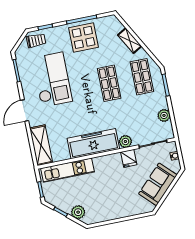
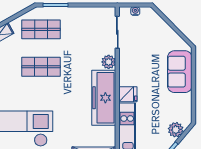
plant: (164, 115) -> (89, 14), removed
fridge: (129, 158) -> (128, 94), moved
sofa: (158, 184) -> (180, 72), moved, turned 45

